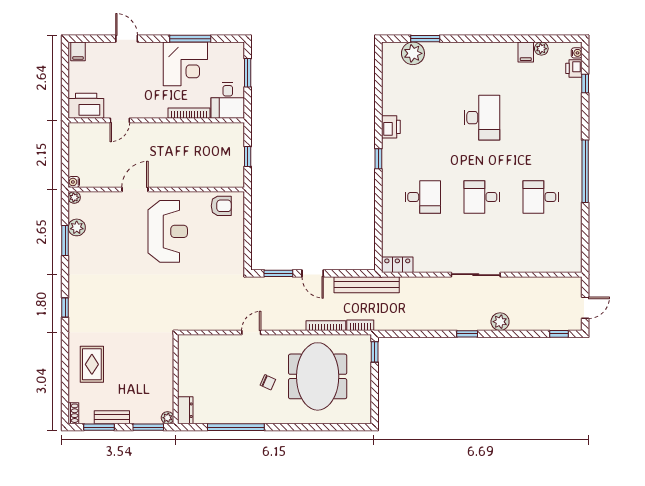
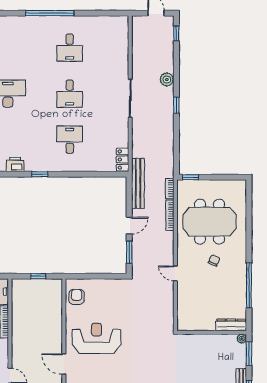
dresser: (185, 410) -> (231, 325), width x1.44

